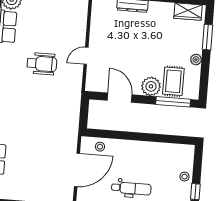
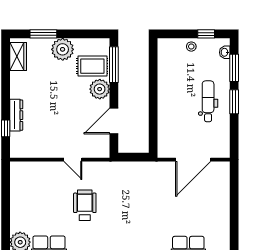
plant: (196, 60) -> (63, 49), width x1.88, depth x1.88
stool: (100, 147) -> (167, 138), removed
door: (77, 170) -> (193, 160), swing flipped

